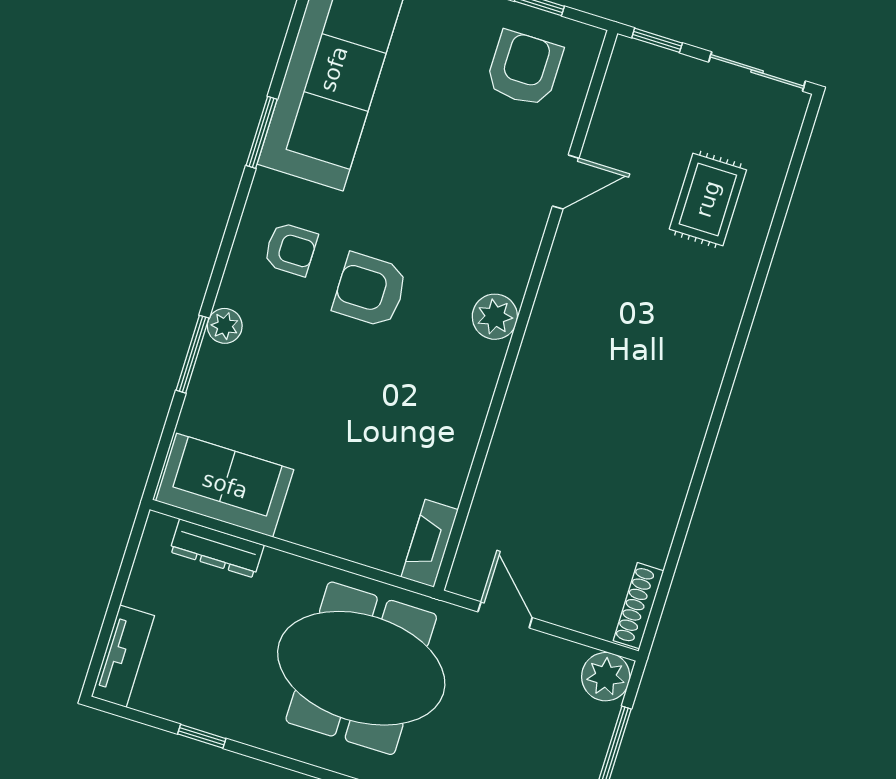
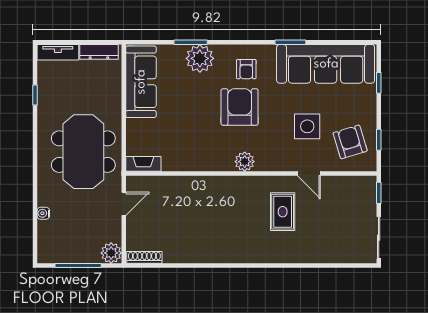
armchair: (524, 69) -> (350, 142), turned -107
side table: (460, 153) -> (307, 126), added
rug: (708, 199) -> (283, 212), moved, turned 90
armchair: (370, 290) -> (240, 107), width x1.36, depth x1.36
plant: (225, 326) -> (200, 58), width x1.88, depth x1.88
sofa: (225, 485) -> (141, 82), width x1.36
dresser: (217, 548) -> (99, 52), moved, turned -90

